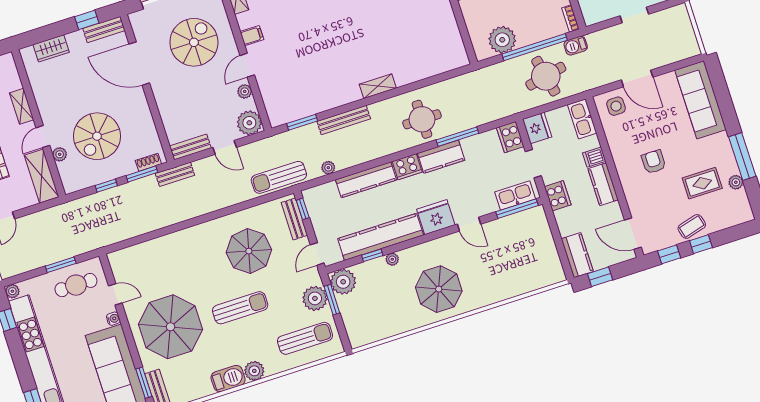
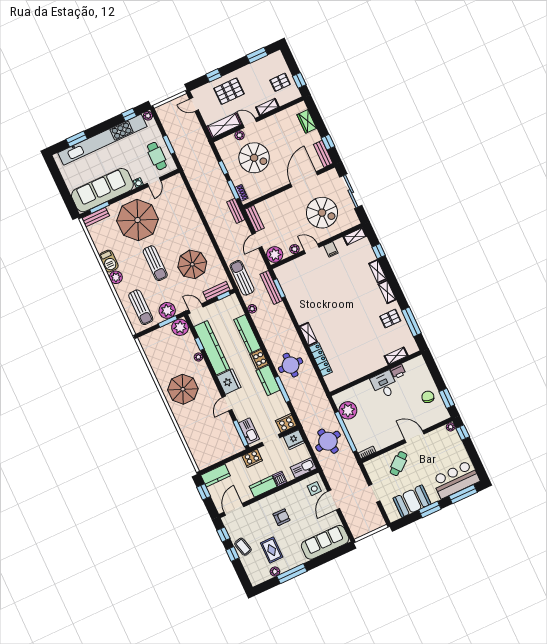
barbecue: (576, 46) -> (350, 458), removed
locker: (419, 72) -> (321, 360), added
bench: (344, 120) -> (271, 287), moved
spiral stairs: (97, 136) -> (254, 158), turned 180

